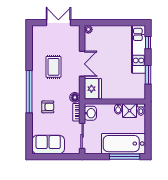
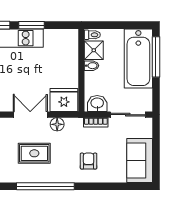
window: (148, 75) -> (31, 25), moved
window: (29, 92) -> (45, 186), moved
floor lamp: (75, 97) -> (57, 124), moved

